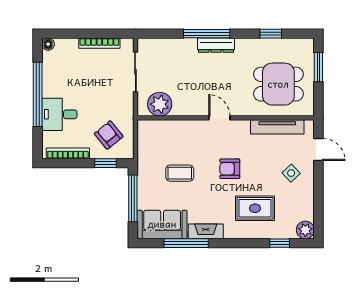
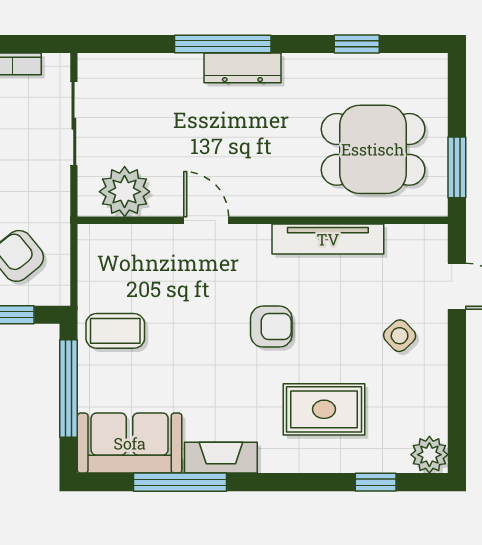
window: (318, 67) -> (457, 167), moved
door: (219, 118) -> (206, 220), moved
tv unit: (277, 127) -> (328, 239), moved
armchair: (230, 169) -> (271, 327), turned 180
coffee table: (180, 173) -> (115, 331), moved

